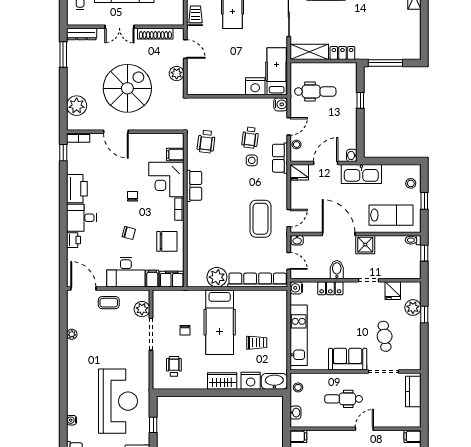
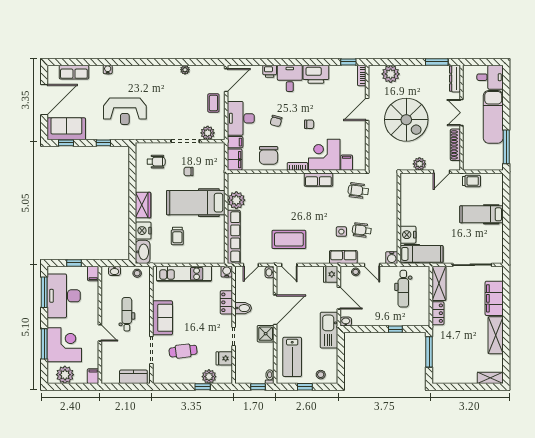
reception desk: (118, 401) -> (125, 111), width x0.74, depth x0.77

